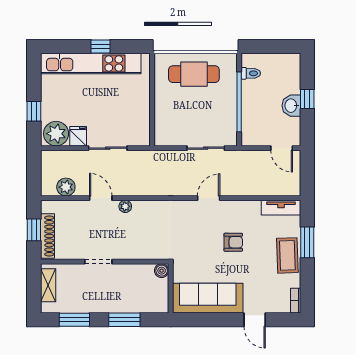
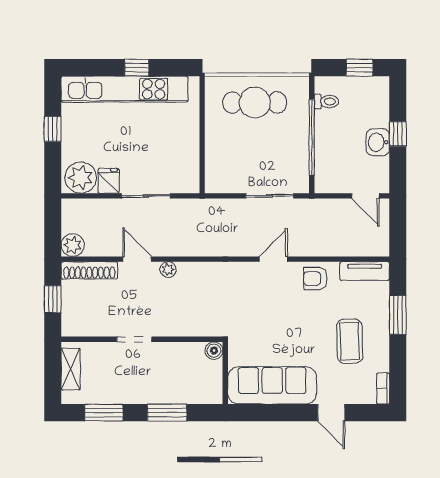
window: (277, 46) -> (359, 68), added
window: (34, 111) -> (53, 129), moved
plant: (66, 187) -> (73, 245), moved
shoe rack: (47, 236) -> (89, 270), moved, turned 90
armchair: (233, 242) -> (315, 279), moved, turned 180
coffee table: (287, 255) -> (350, 341), moved

